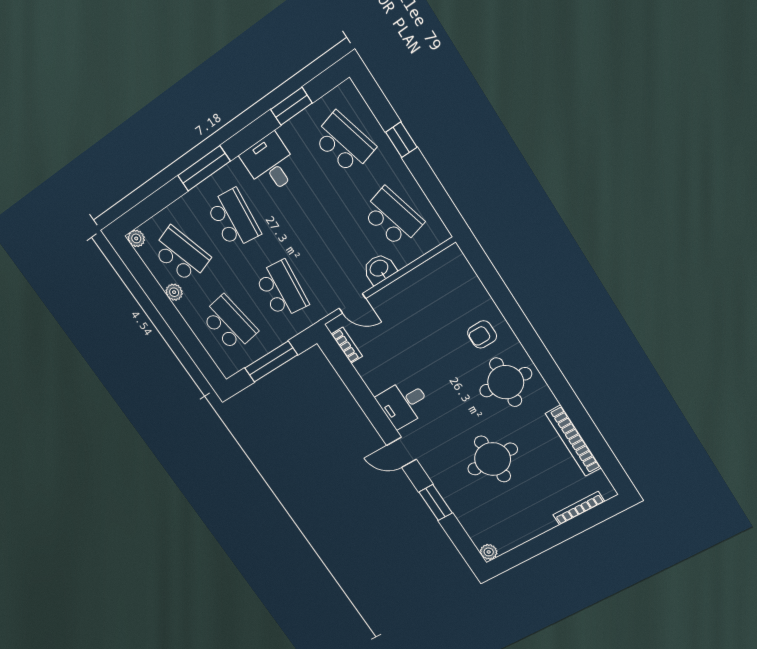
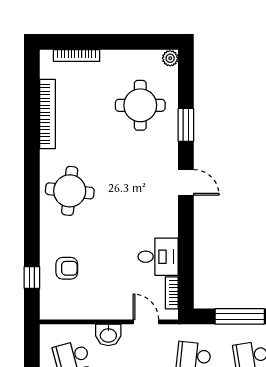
window: (490, 278) -> (32, 278), added
armchair: (482, 334) -> (67, 268), moved
desk: (404, 403) -> (158, 257), moved
round table: (493, 459) -> (140, 105), moved

